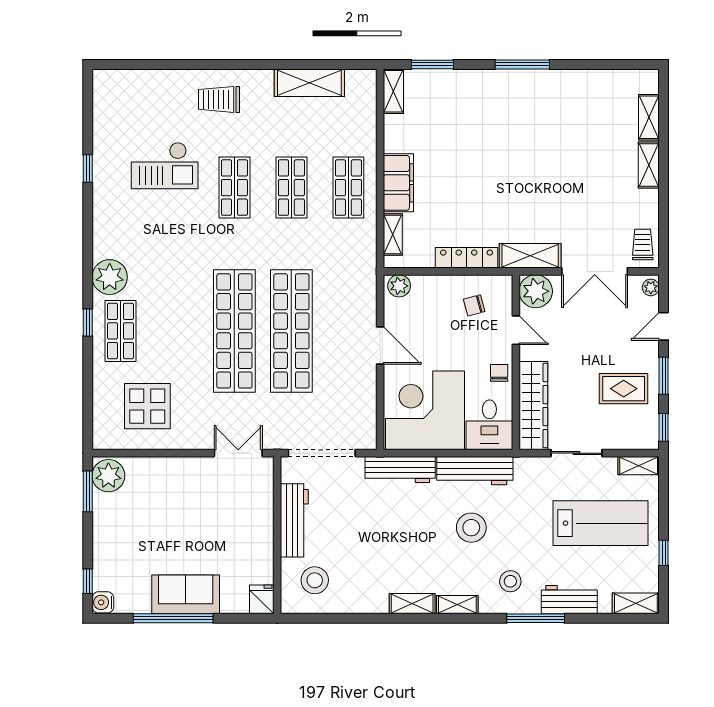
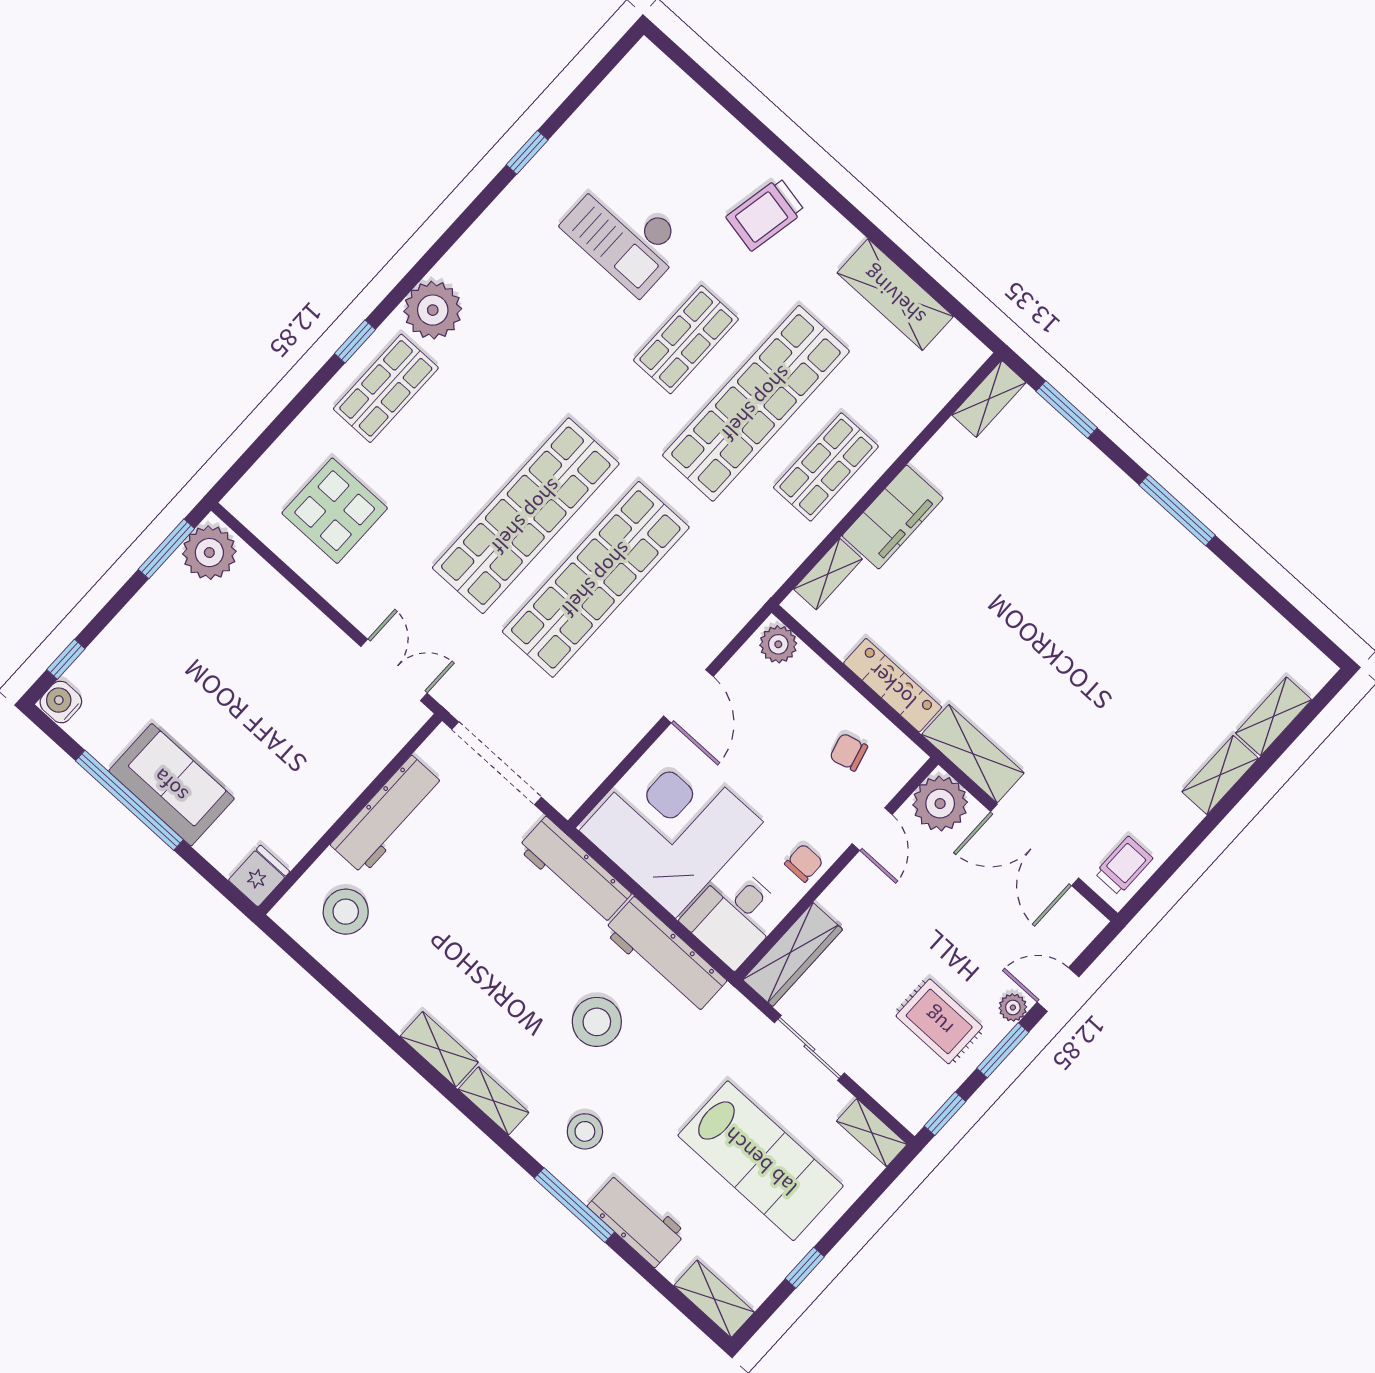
trolley: (219, 99) -> (765, 214), turned -79
shop shelf: (291, 188) -> (756, 403), width x2.00, depth x1.36
plant: (651, 287) -> (1013, 1008), moved
wardrobe: (533, 406) -> (793, 955), width x0.71, depth x0.85

